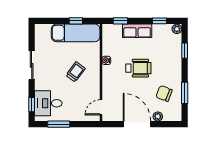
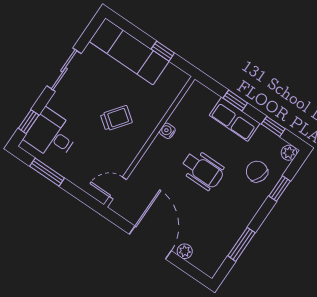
window: (120, 21) -> (235, 101), moved
exam couch: (76, 33) -> (129, 51), moved
chair: (164, 93) -> (257, 172), moved

